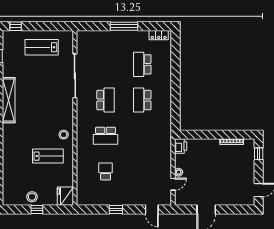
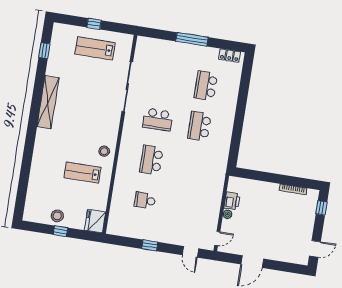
window: (16, 26) -> (94, 24), moved
school desk: (105, 100) -> (158, 120), turned 90
school desk: (105, 136) -> (151, 160), turned 90
printer: (181, 146) -> (232, 201), moved
lab bench: (48, 156) -> (82, 173), turned 180
school desk: (105, 171) -> (145, 200), turned -90
door: (173, 184) -> (217, 238), moved

